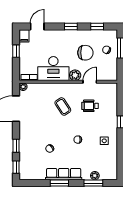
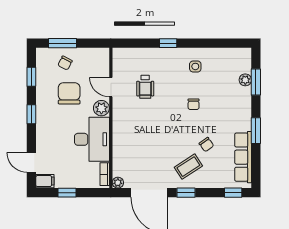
coffee table: (63, 107) -> (188, 167), moved
window: (16, 146) -> (186, 193), moved
row of seats: (64, 174) -> (243, 157), moved

